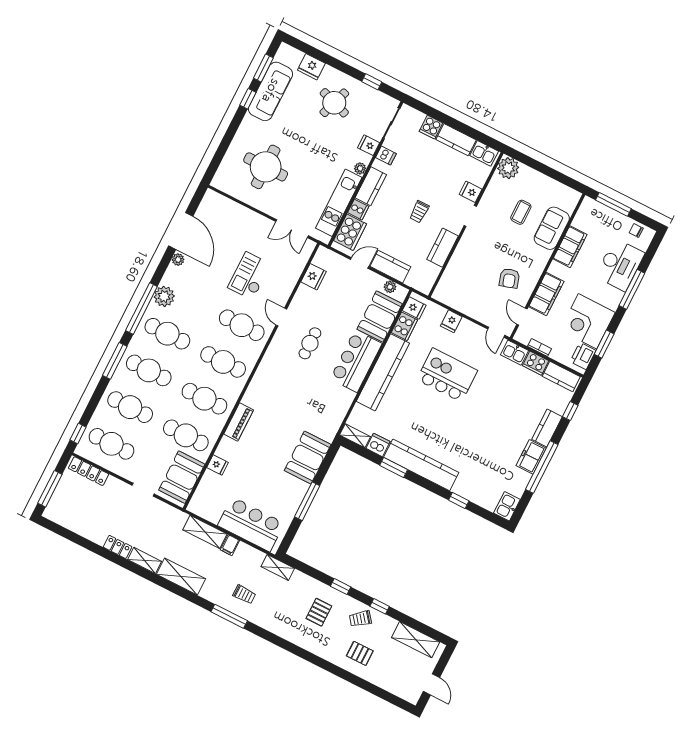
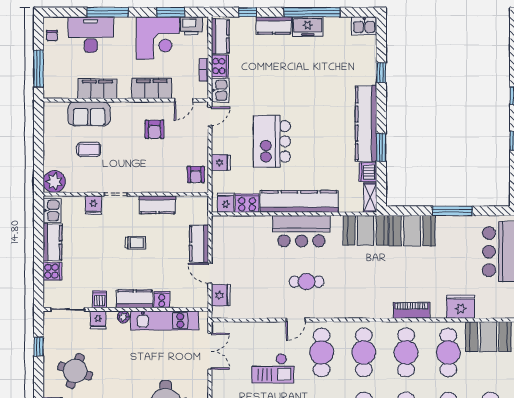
cooker: (350, 232) -> (186, 296), removed
fridge: (314, 277) -> (221, 295), moved, turned 90
armchair: (509, 278) -> (154, 129), turned 107
plant: (390, 287) -> (218, 235), removed
armchair: (452, 294) -> (196, 174), added
booth: (380, 316) -> (366, 230), moved
fridge: (218, 465) -> (461, 307), width x1.88, depth x1.34

